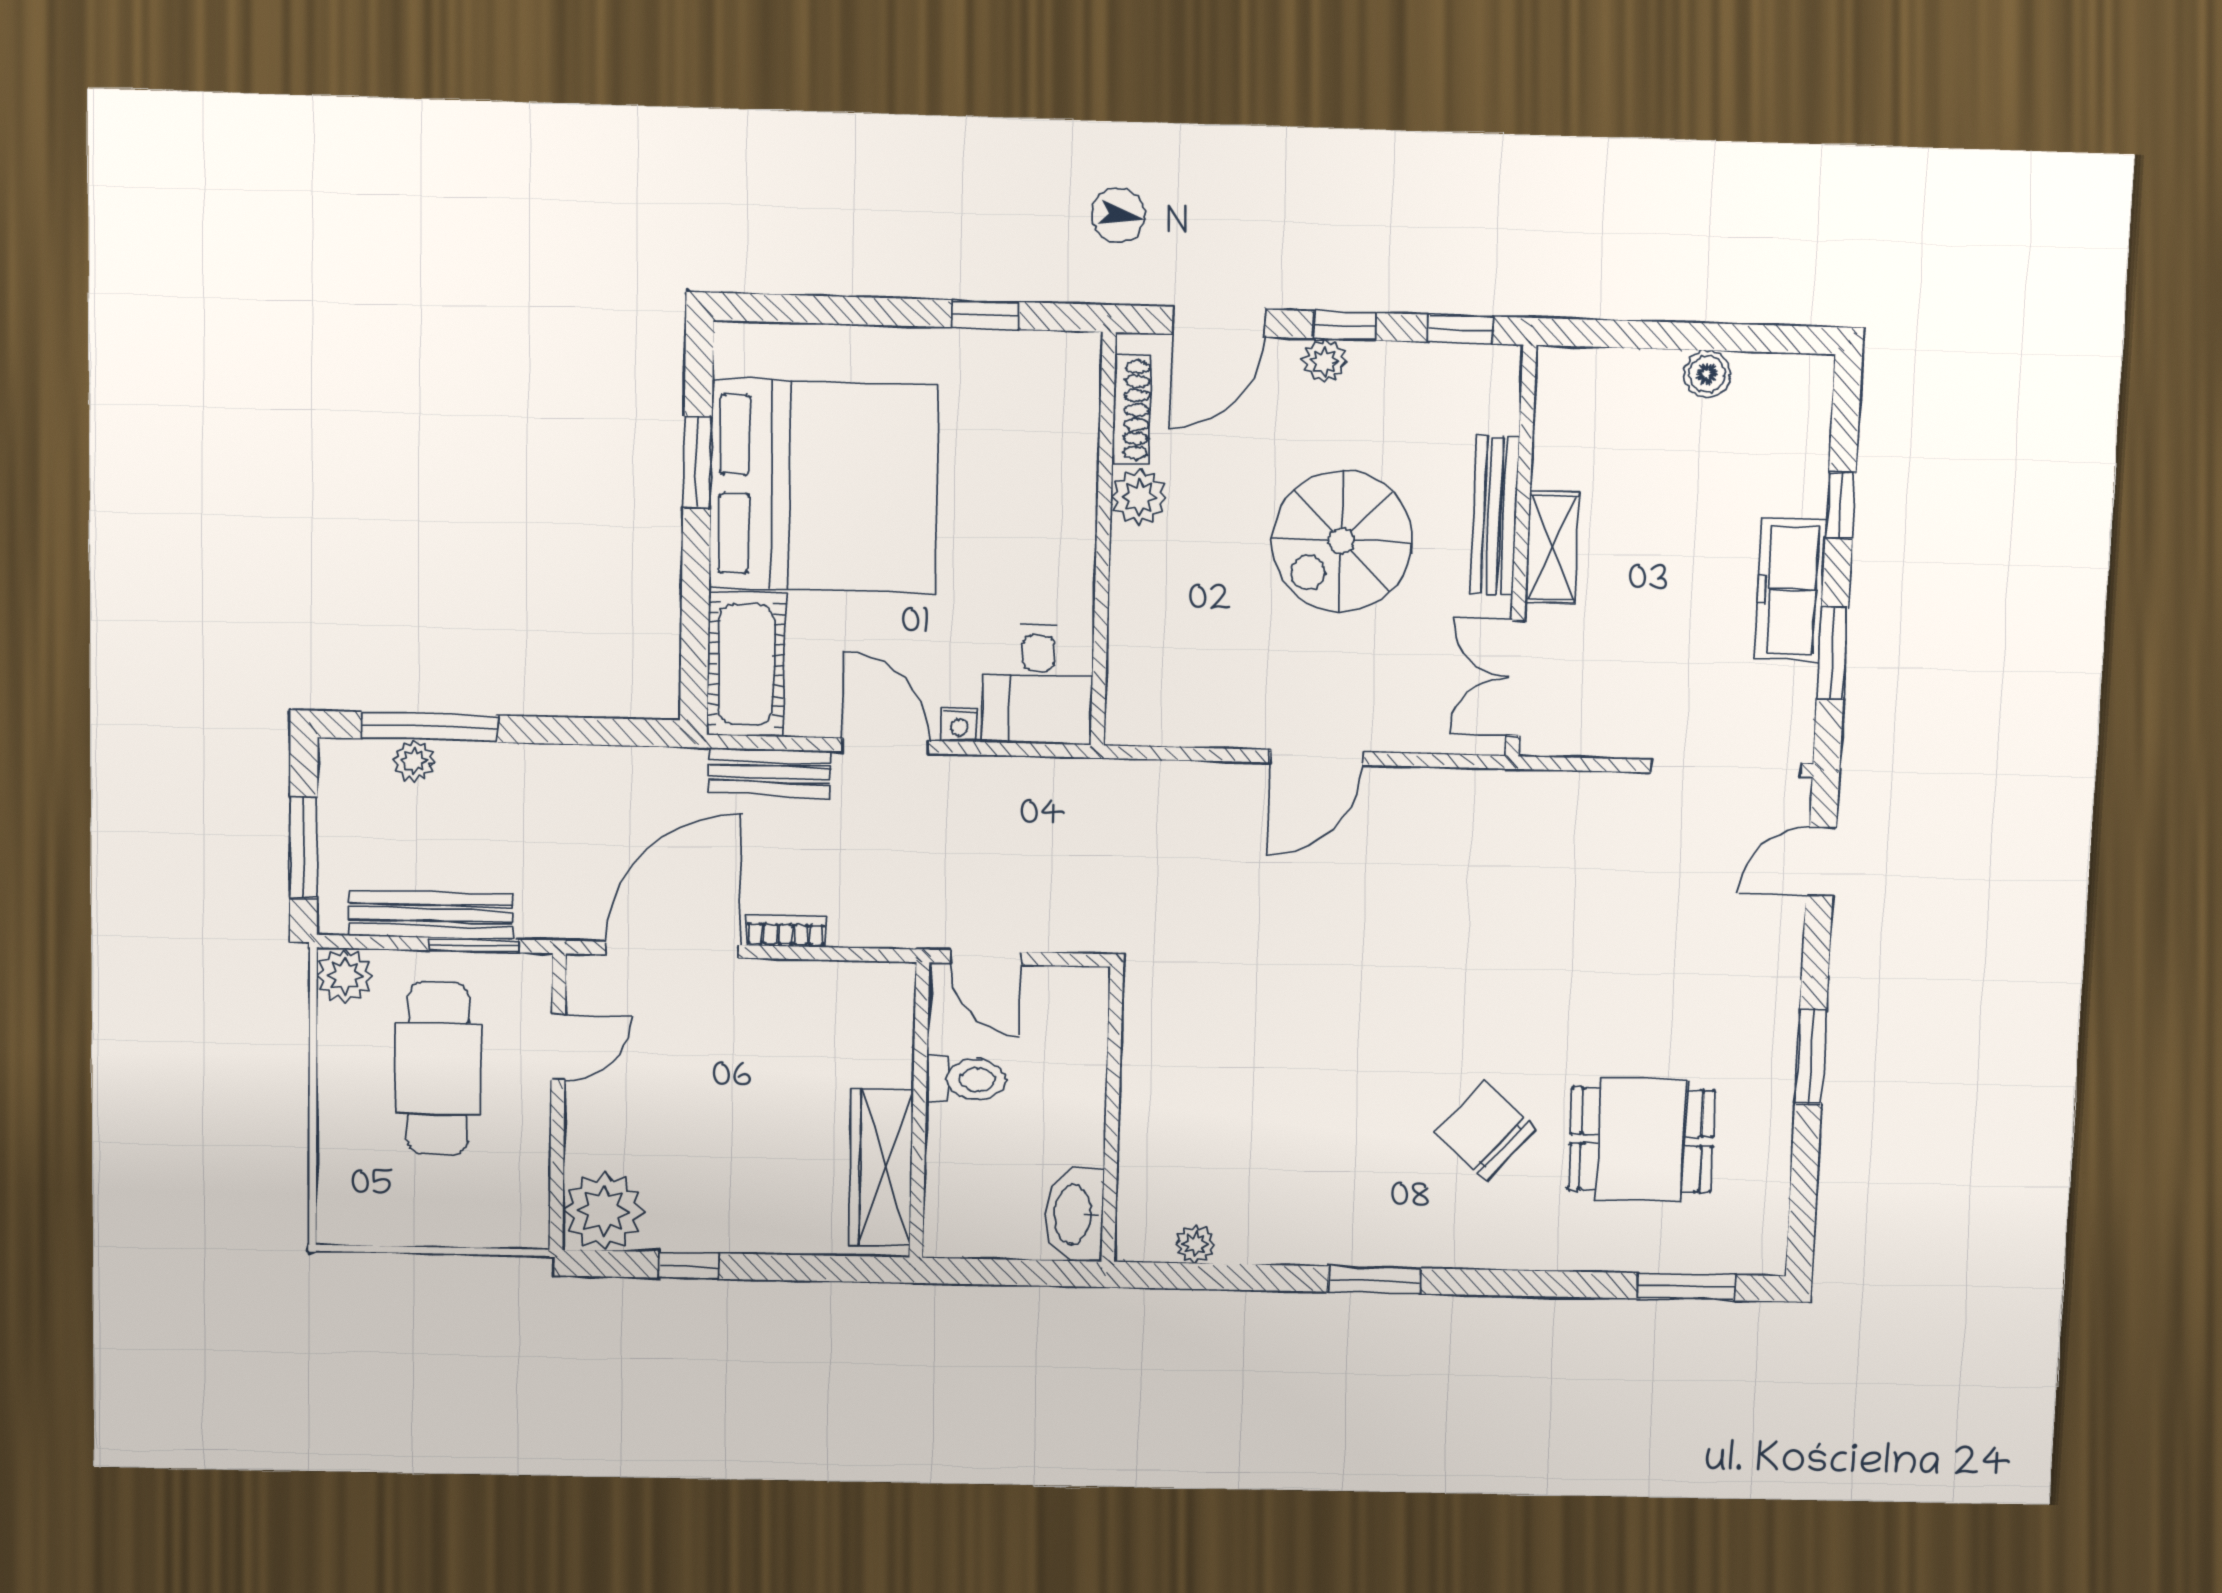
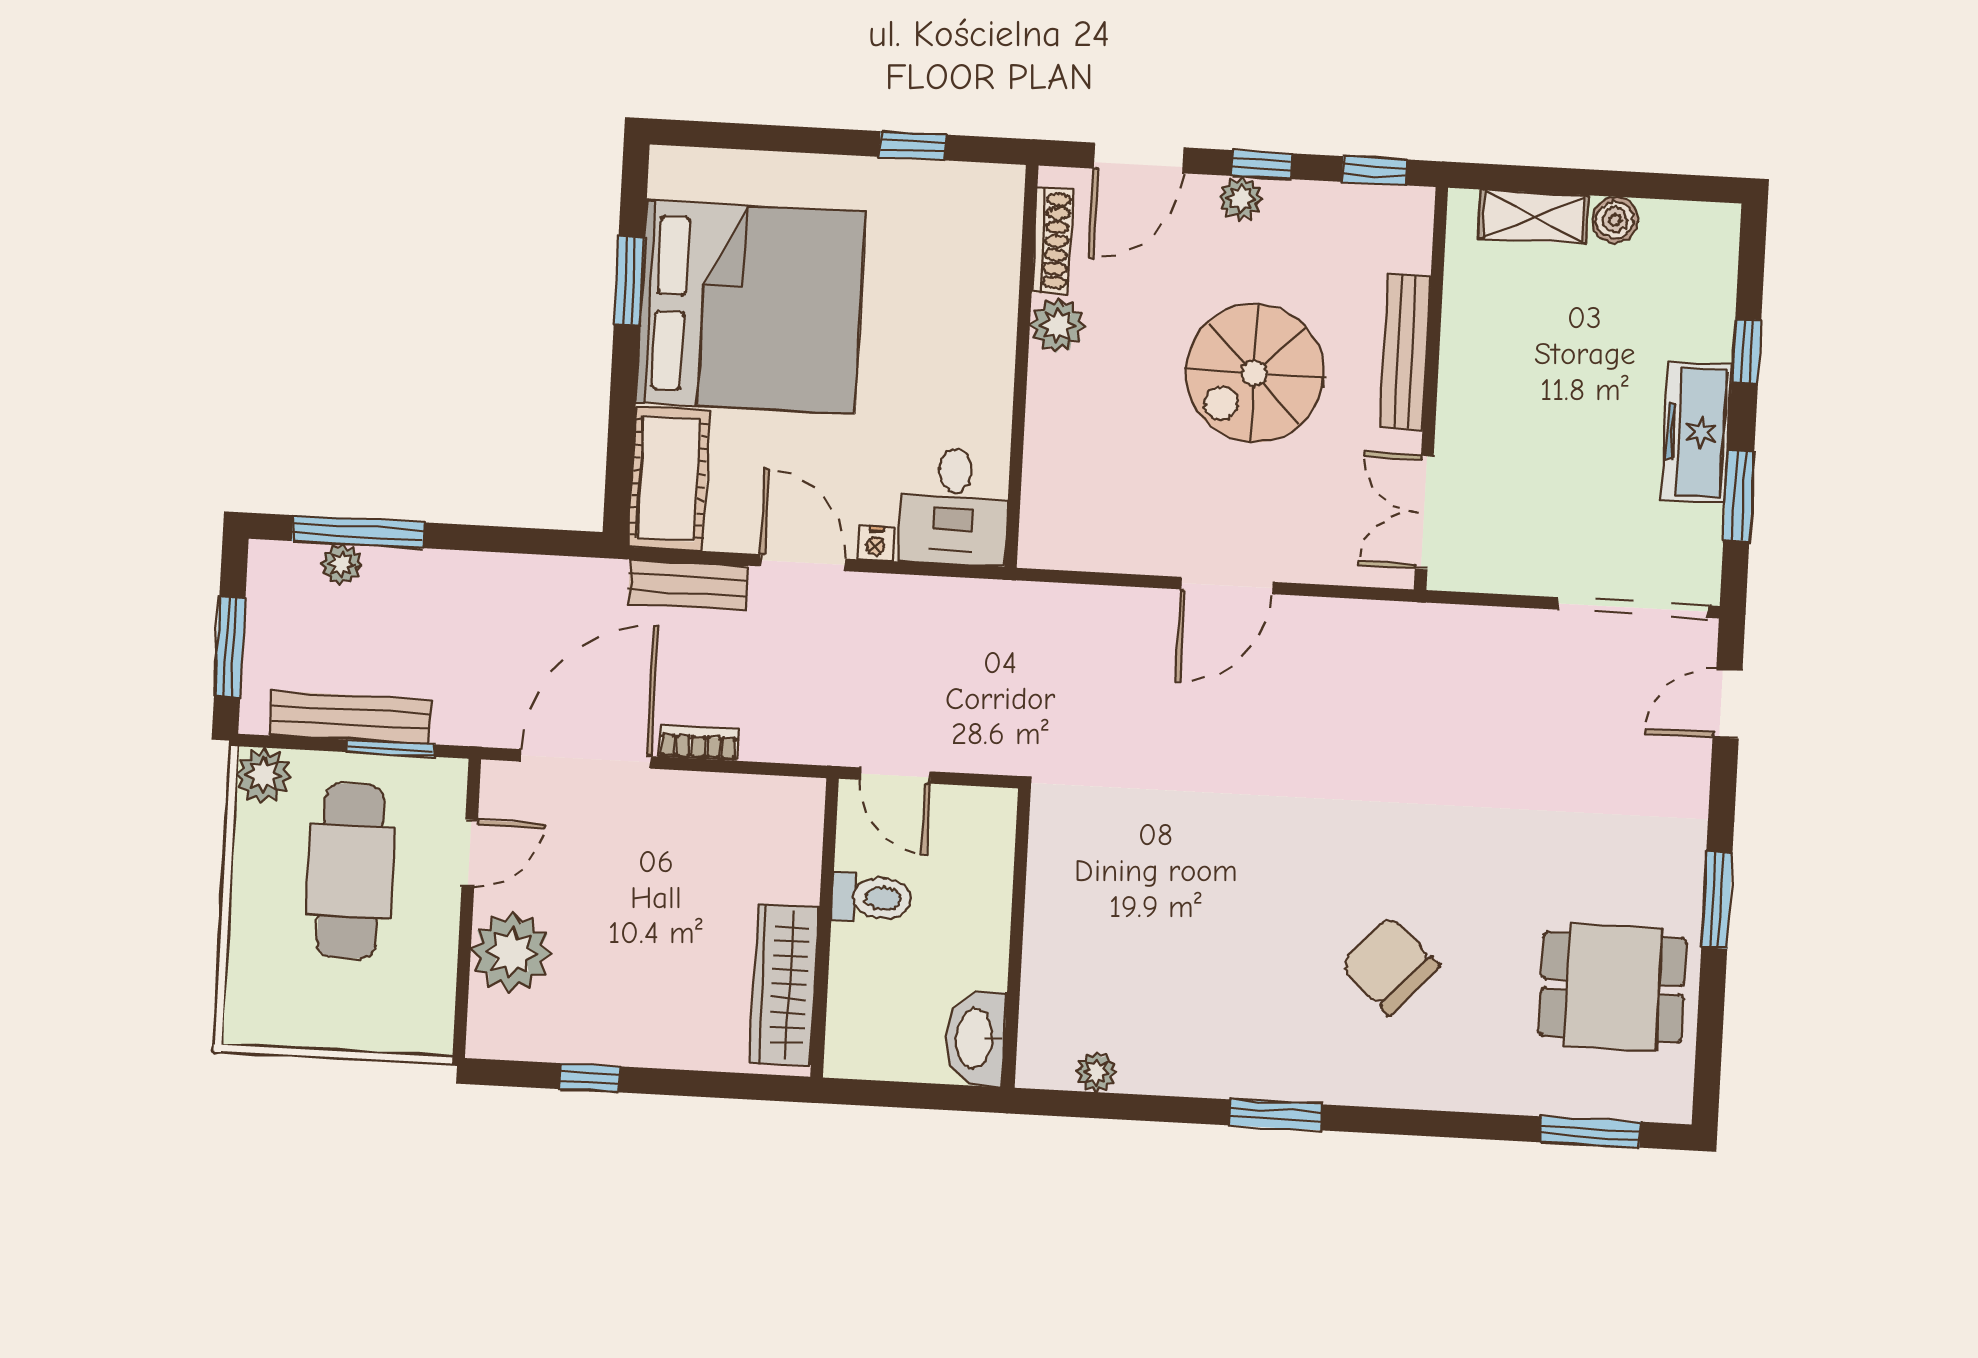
shelving: (1552, 548) -> (1534, 217), moved, turned 90
dining table: (1641, 1140) -> (1613, 987), moved
plant: (604, 1211) -> (511, 952), moved

